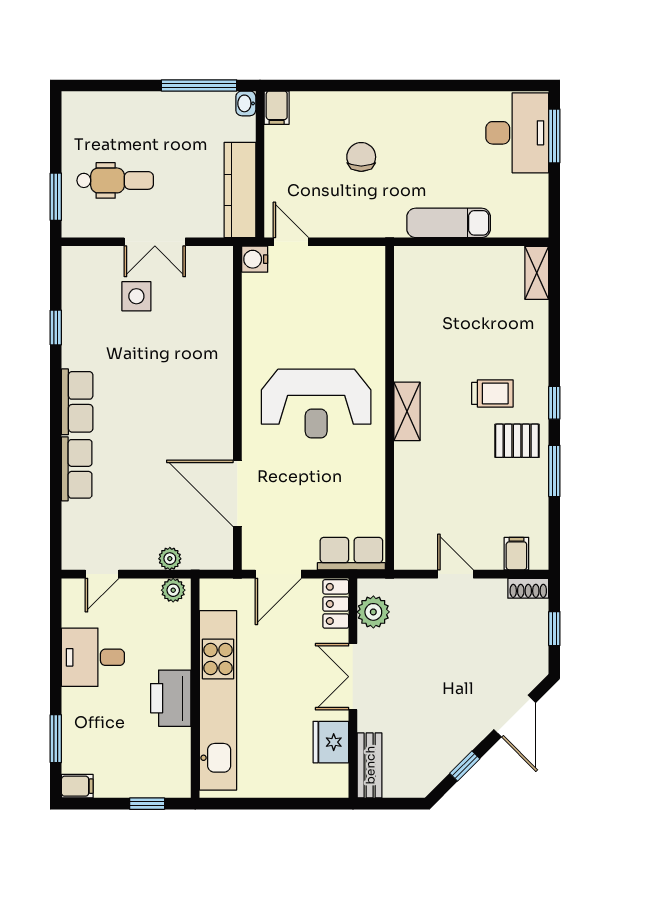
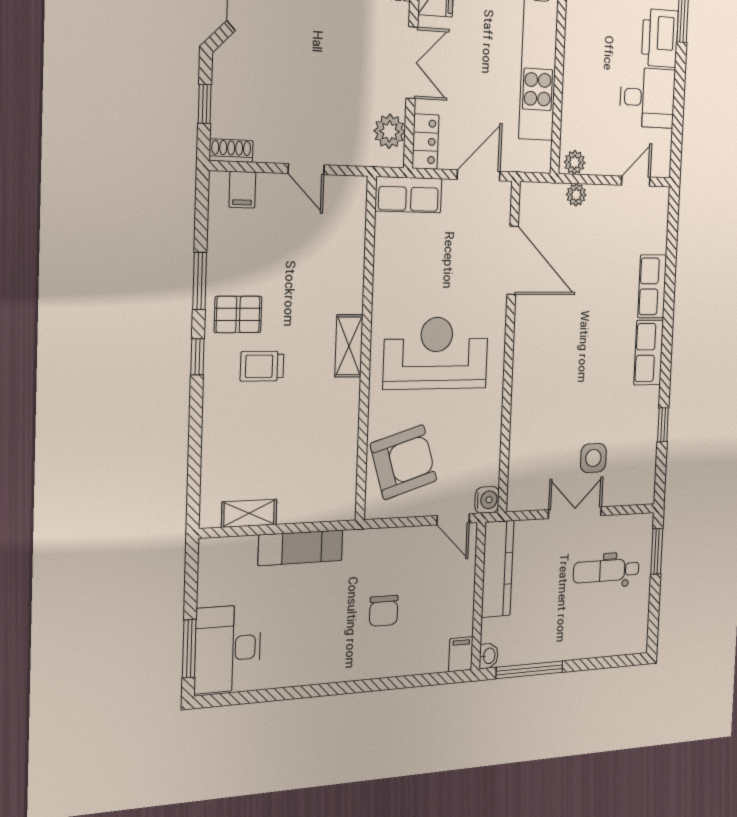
shelving: (537, 273) -> (249, 513), moved, turned 90
armchair: (346, 300) -> (404, 462), added
printer: (171, 698) -> (660, 38), moved, turned 180

